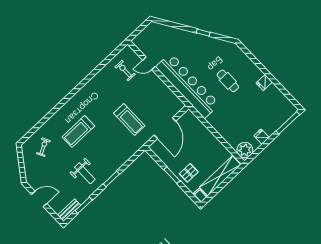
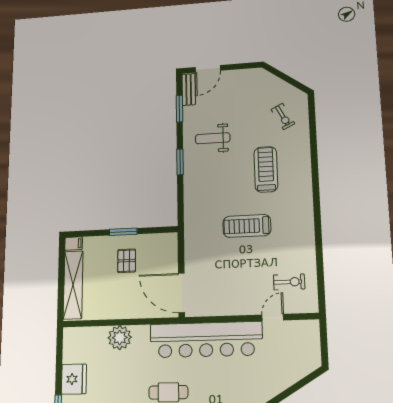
treadmill: (129, 119) -> (247, 226), moved
door: (165, 128) -> (182, 293), moved
fridge: (262, 137) -> (74, 379), width x1.88, depth x1.34
plant: (245, 150) -> (120, 338), moved
pallet: (189, 173) -> (127, 261), moved
door: (39, 199) -> (208, 69), moved

